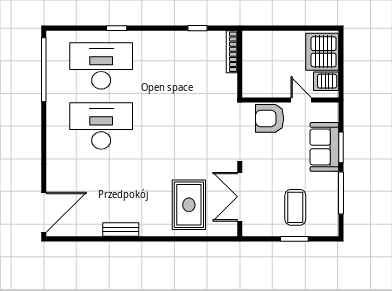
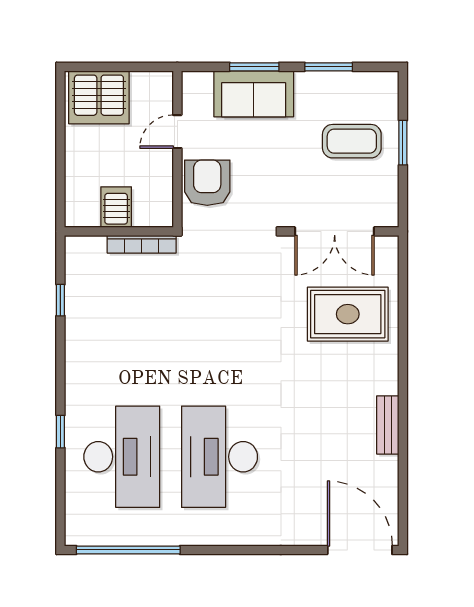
bookcase: (232, 52) -> (142, 244), moved
desk: (101, 66) -> (122, 457), turned 180
server rack: (326, 81) -> (116, 207), moved, turned 180
armchair: (270, 118) -> (207, 183), turned 180
window: (341, 193) -> (329, 67), width x0.69

